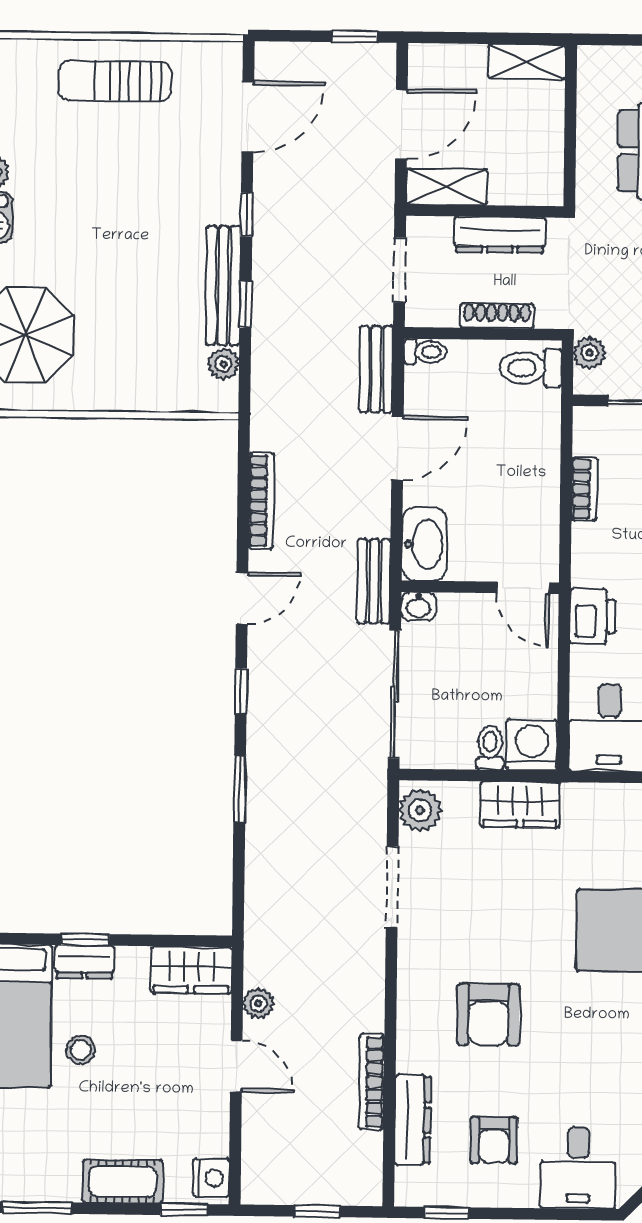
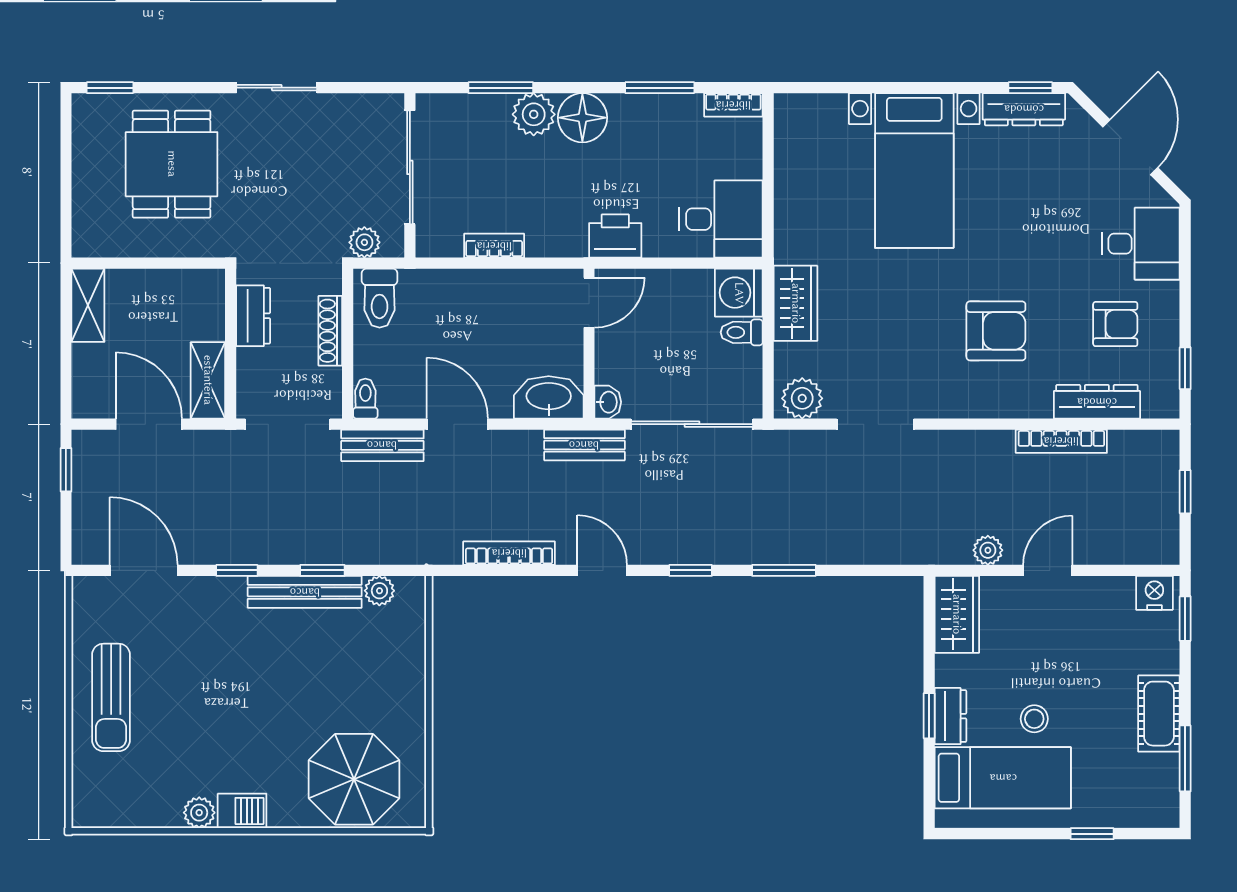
dresser: (500, 235) -> (253, 316), width x0.70
doorway: (400, 270) -> (288, 424), width x1.38
cot: (122, 1181) -> (1159, 714), moved

